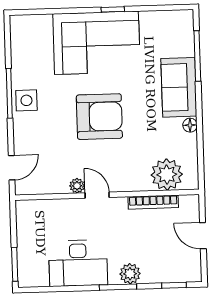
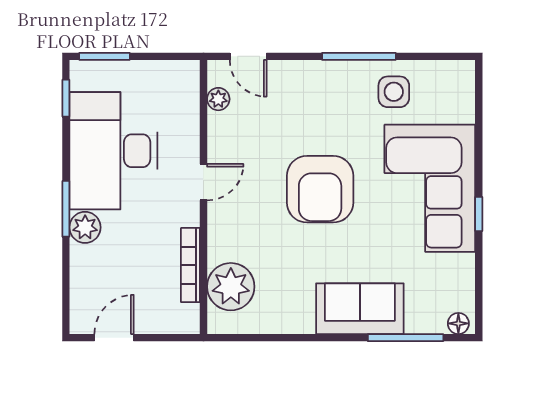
side table: (26, 100) -> (394, 92), moved
floor lamp: (190, 125) -> (458, 323), moved
plant: (77, 186) -> (218, 99), moved
door: (203, 236) -> (114, 338), moved
desk: (78, 263) -> (113, 151), width x1.36, depth x1.30
window: (174, 285) -> (66, 98), moved

